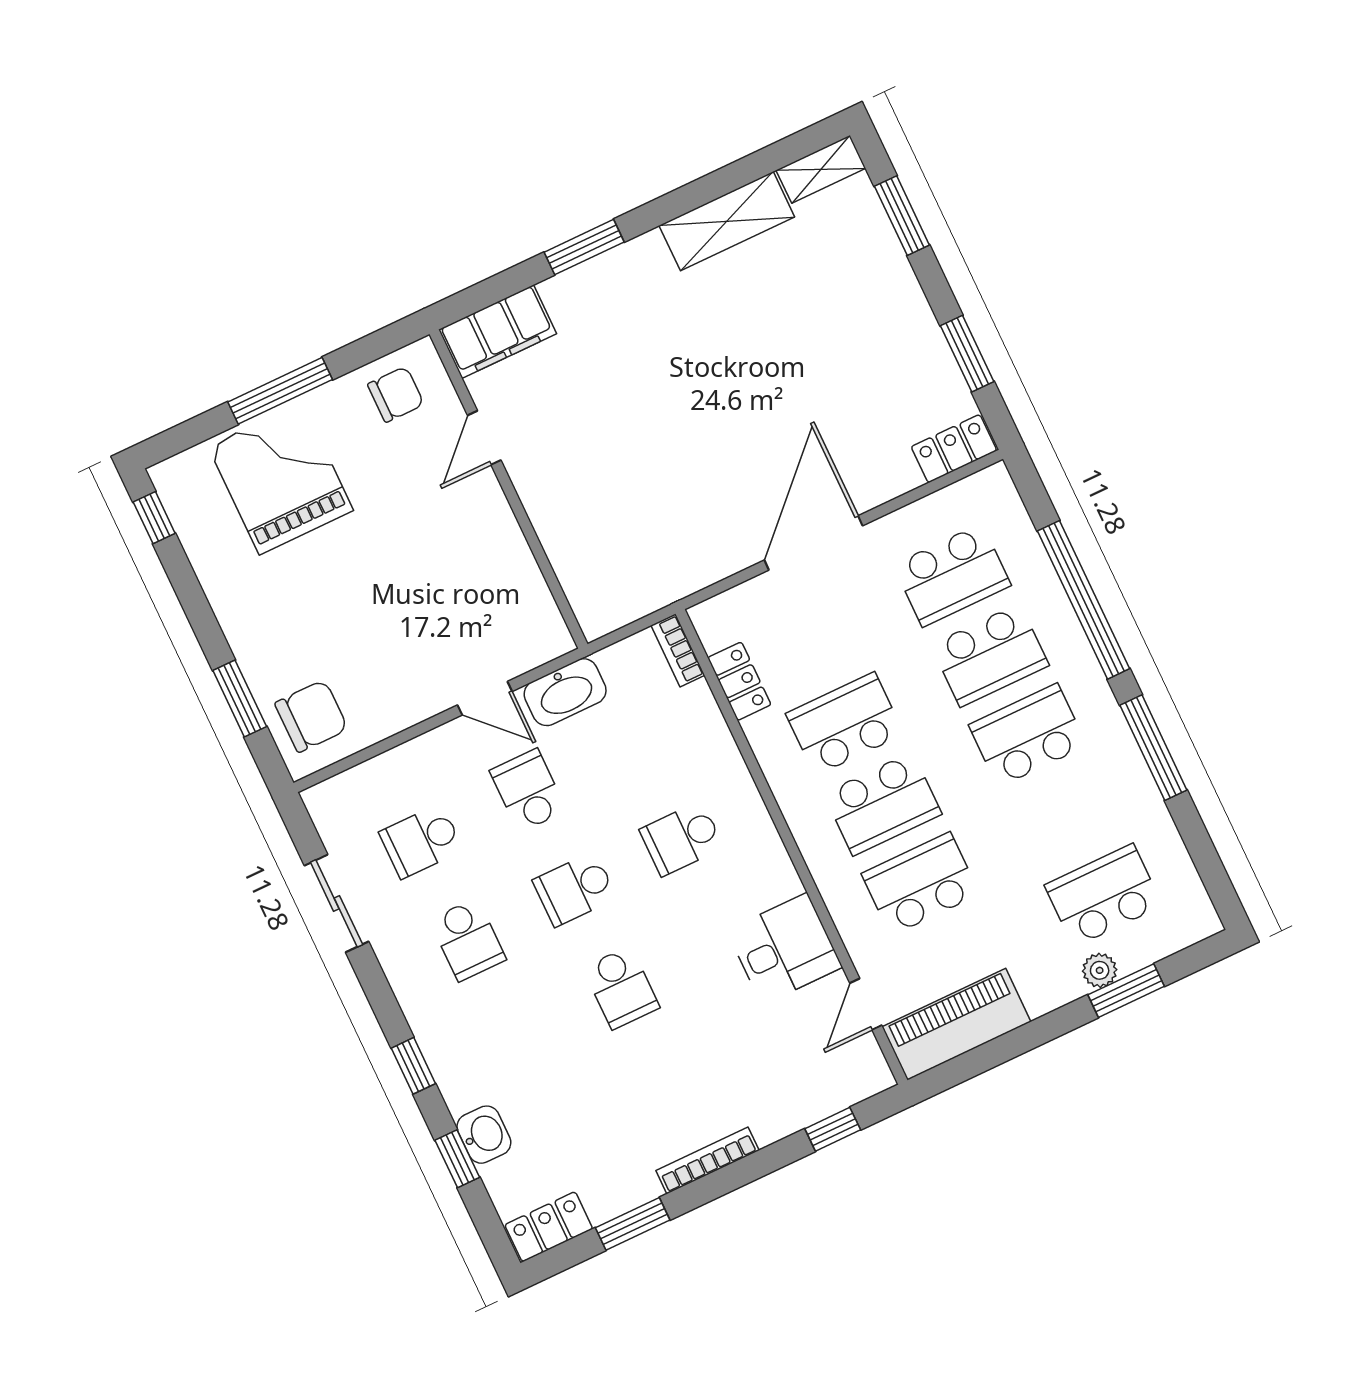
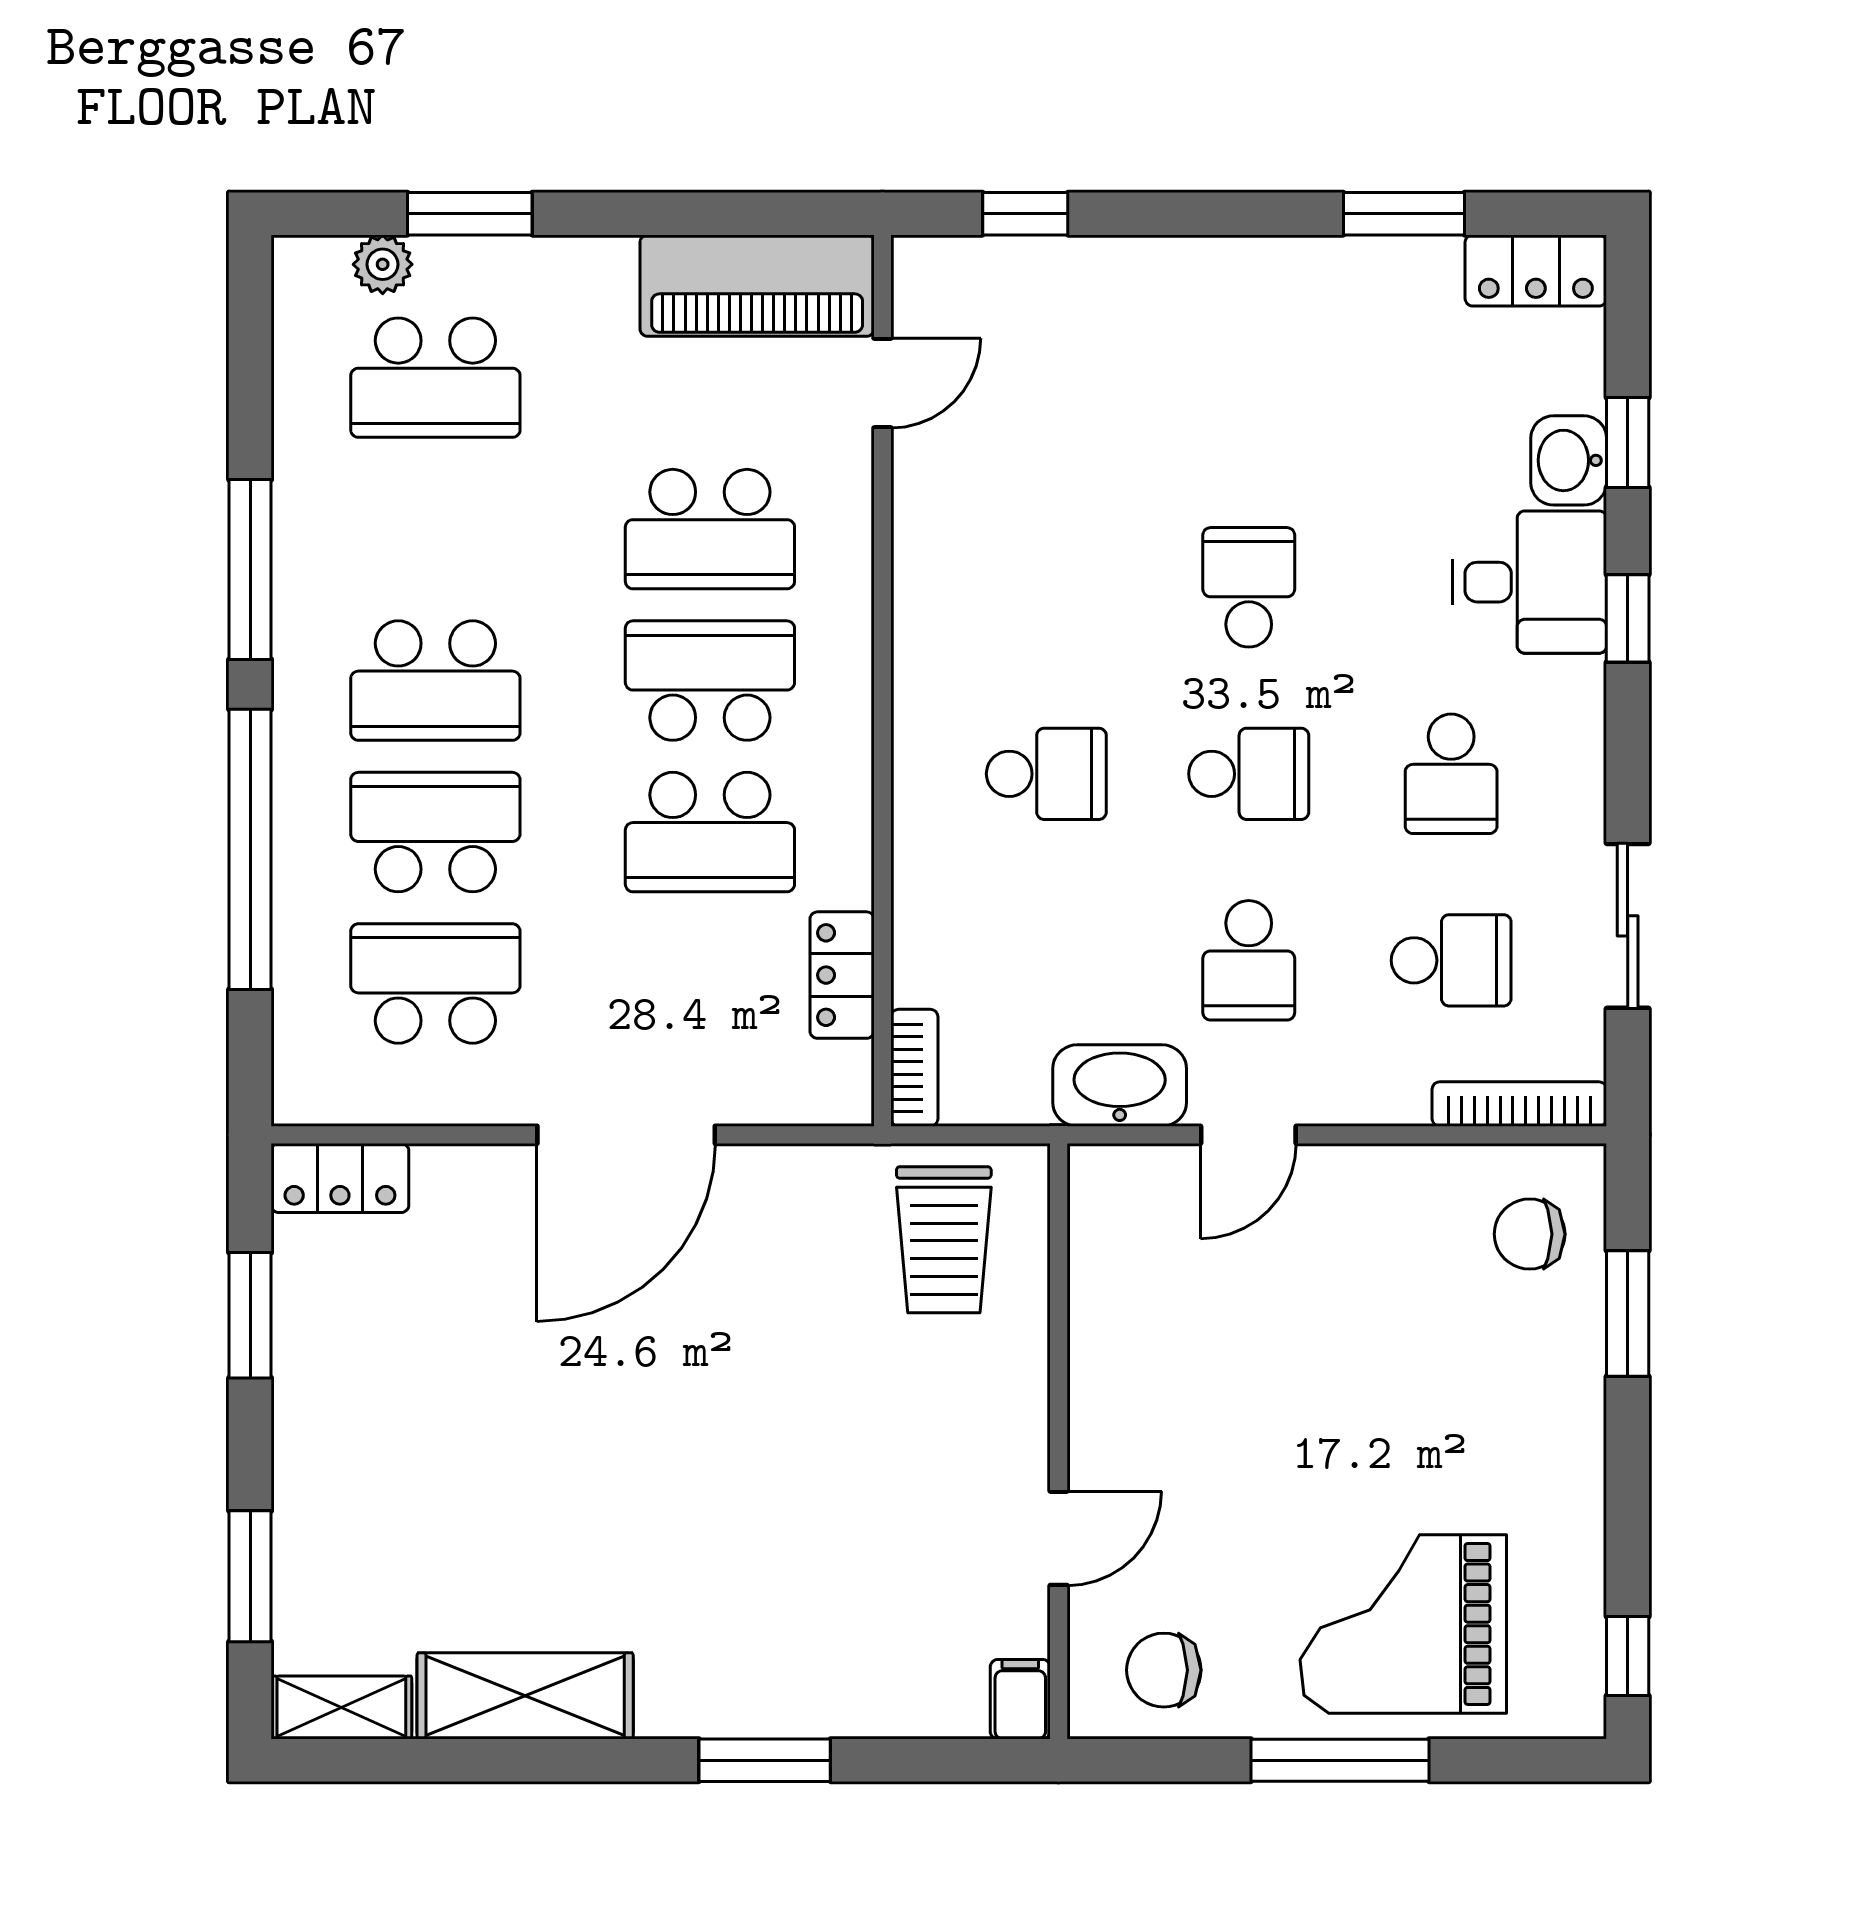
filing cabinet: (498, 332) -> (1020, 1699), width x0.33, depth x0.86
grand piano: (281, 479) -> (1403, 1624), turned 90
trolley: (619, 567) -> (944, 1240), added
door: (485, 698) -> (1248, 1135), swing flipped
chair: (311, 716) -> (1530, 1234), width x0.73, depth x0.73
school desk: (468, 940) -> (1451, 774), turned 180
desk: (785, 949) -> (1530, 582), moved, turned 180
plant: (1100, 970) -> (383, 264), moved
bookcase: (707, 1160) -> (1519, 1104), moved, turned 180

